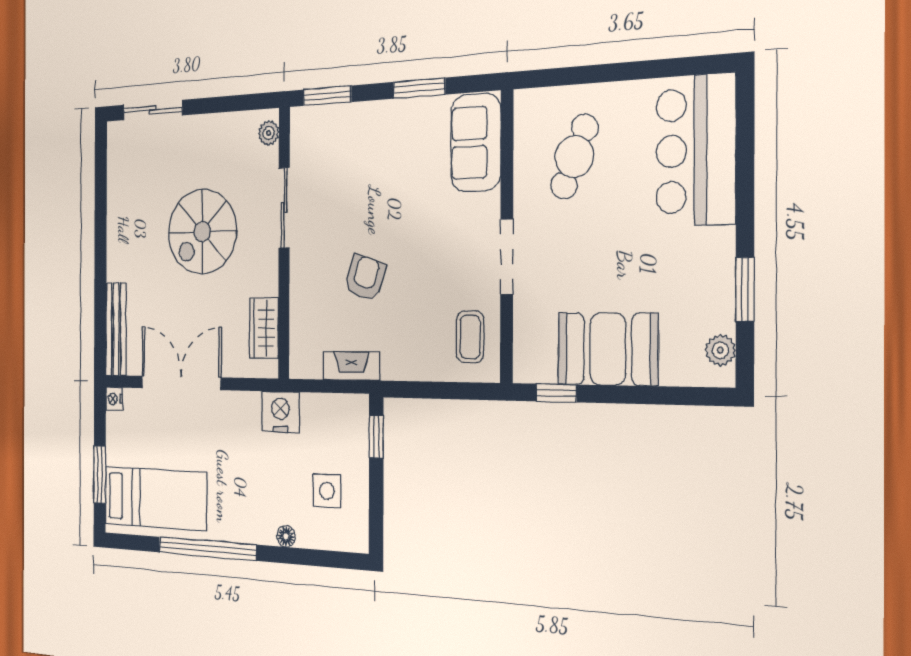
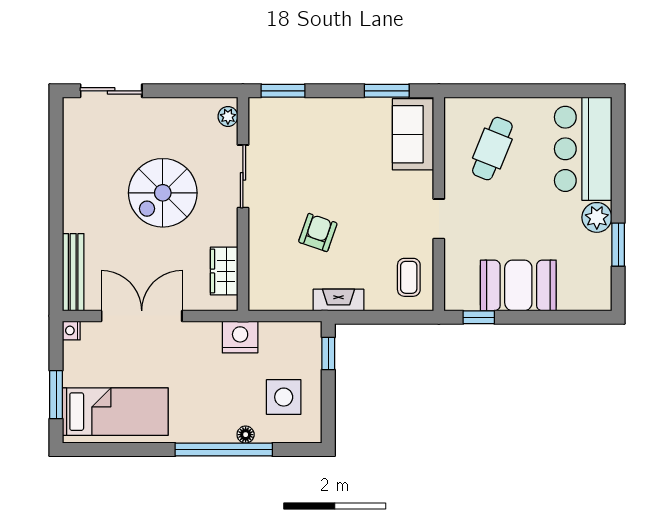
window: (419, 88) -> (387, 91), moved
doorway: (507, 257) -> (439, 219), width x0.73
plant: (720, 350) -> (597, 217), moved, width x1.38, depth x1.38
fireplace: (351, 366) -> (339, 300), moved
side table: (327, 491) -> (284, 397), width x1.37, depth x1.37
window: (207, 549) -> (224, 449), moved

